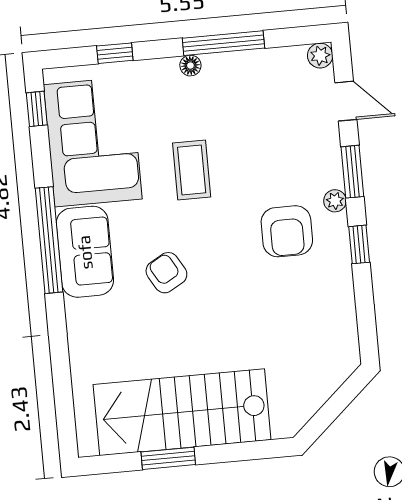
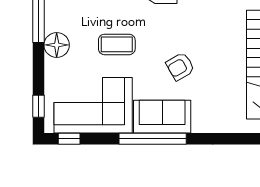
window: (115, 53) -> (38, 106), moved
floor lamp: (190, 66) -> (57, 45), width x1.89, depth x1.89

